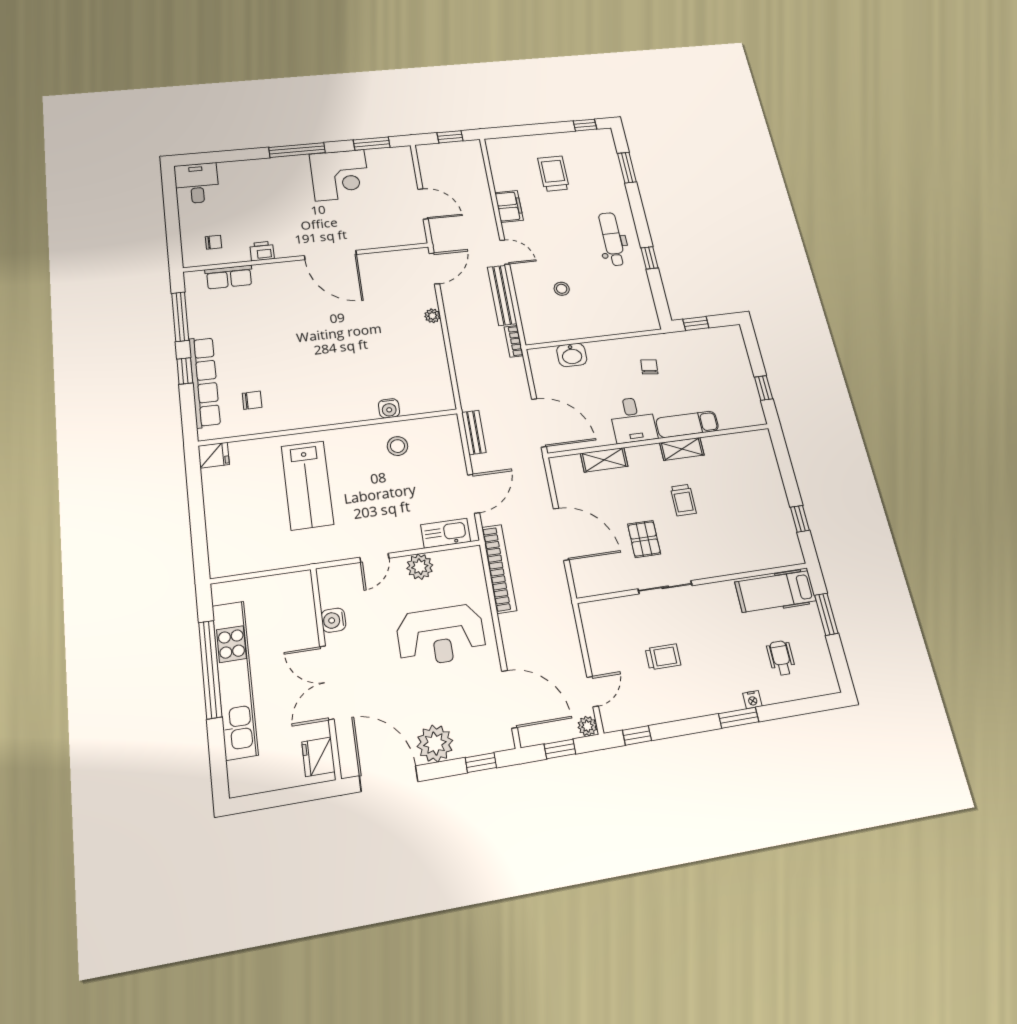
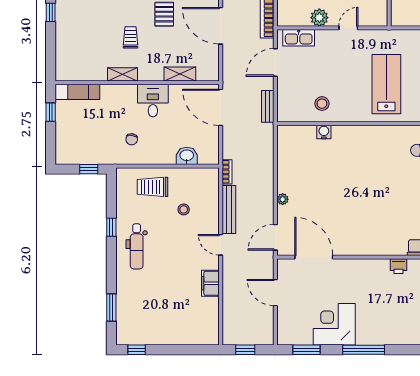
trolley: (554, 174) -> (153, 187), moved, turned 90
door: (330, 255) -> (314, 257), moved
exam couch: (687, 424) -> (77, 92), moved

